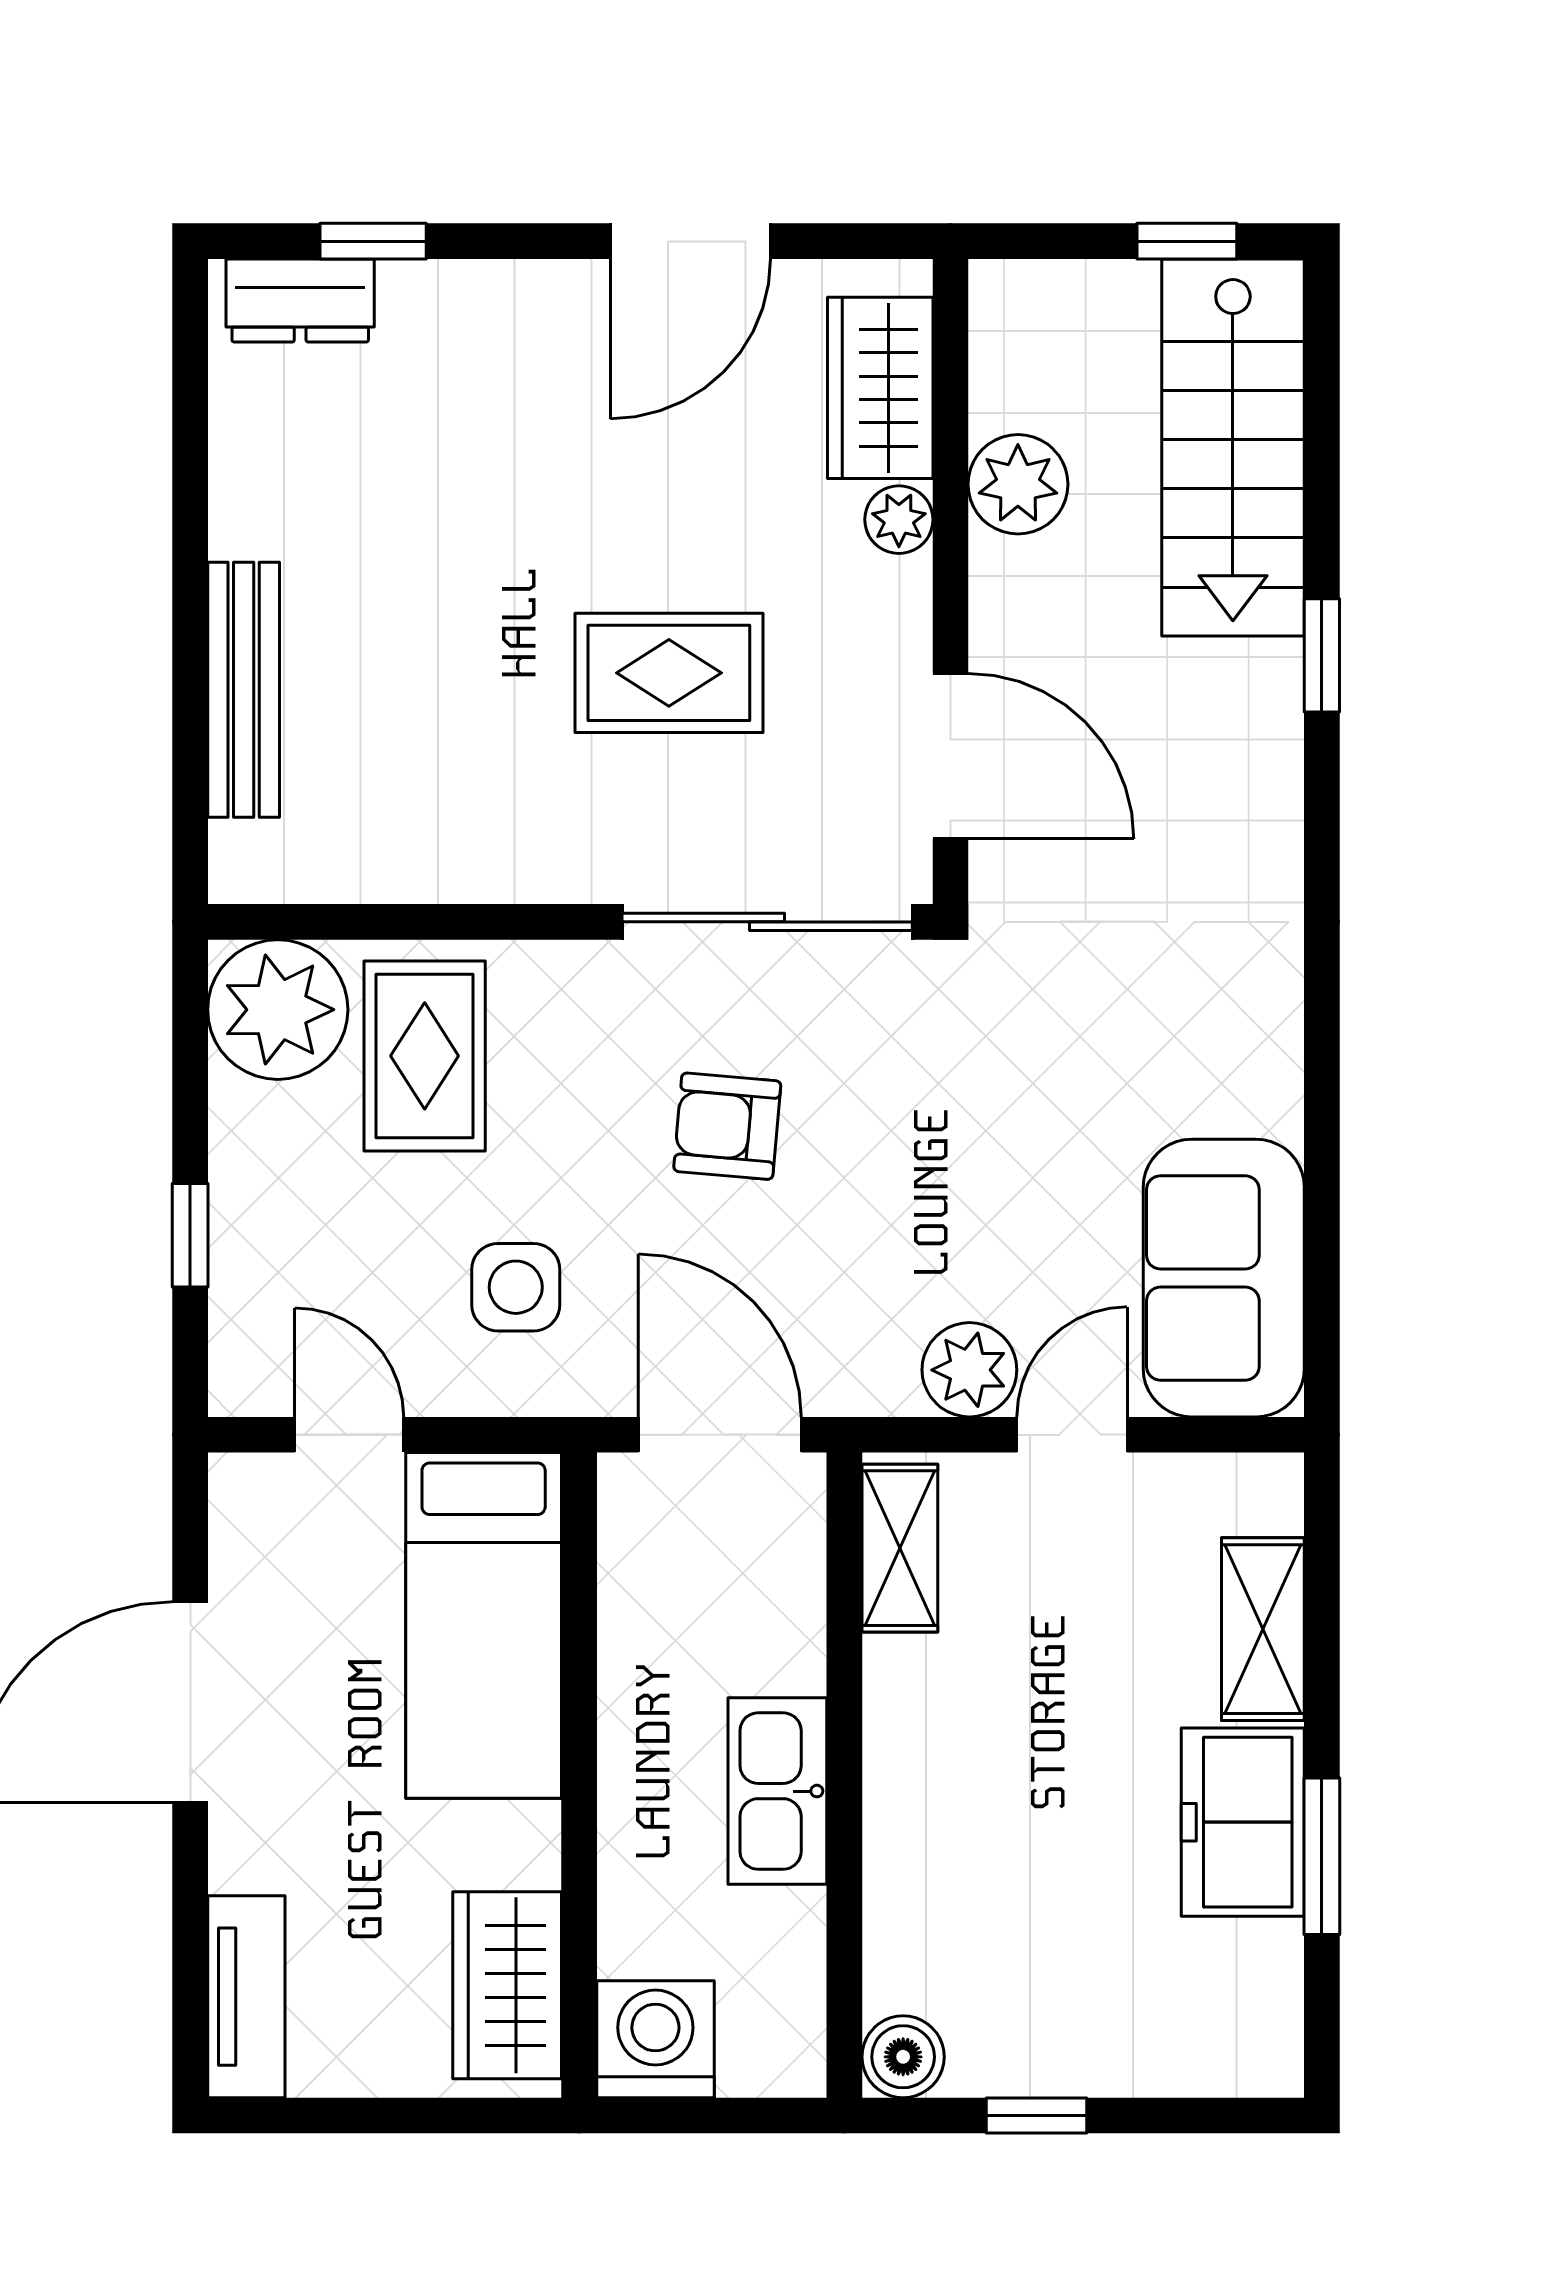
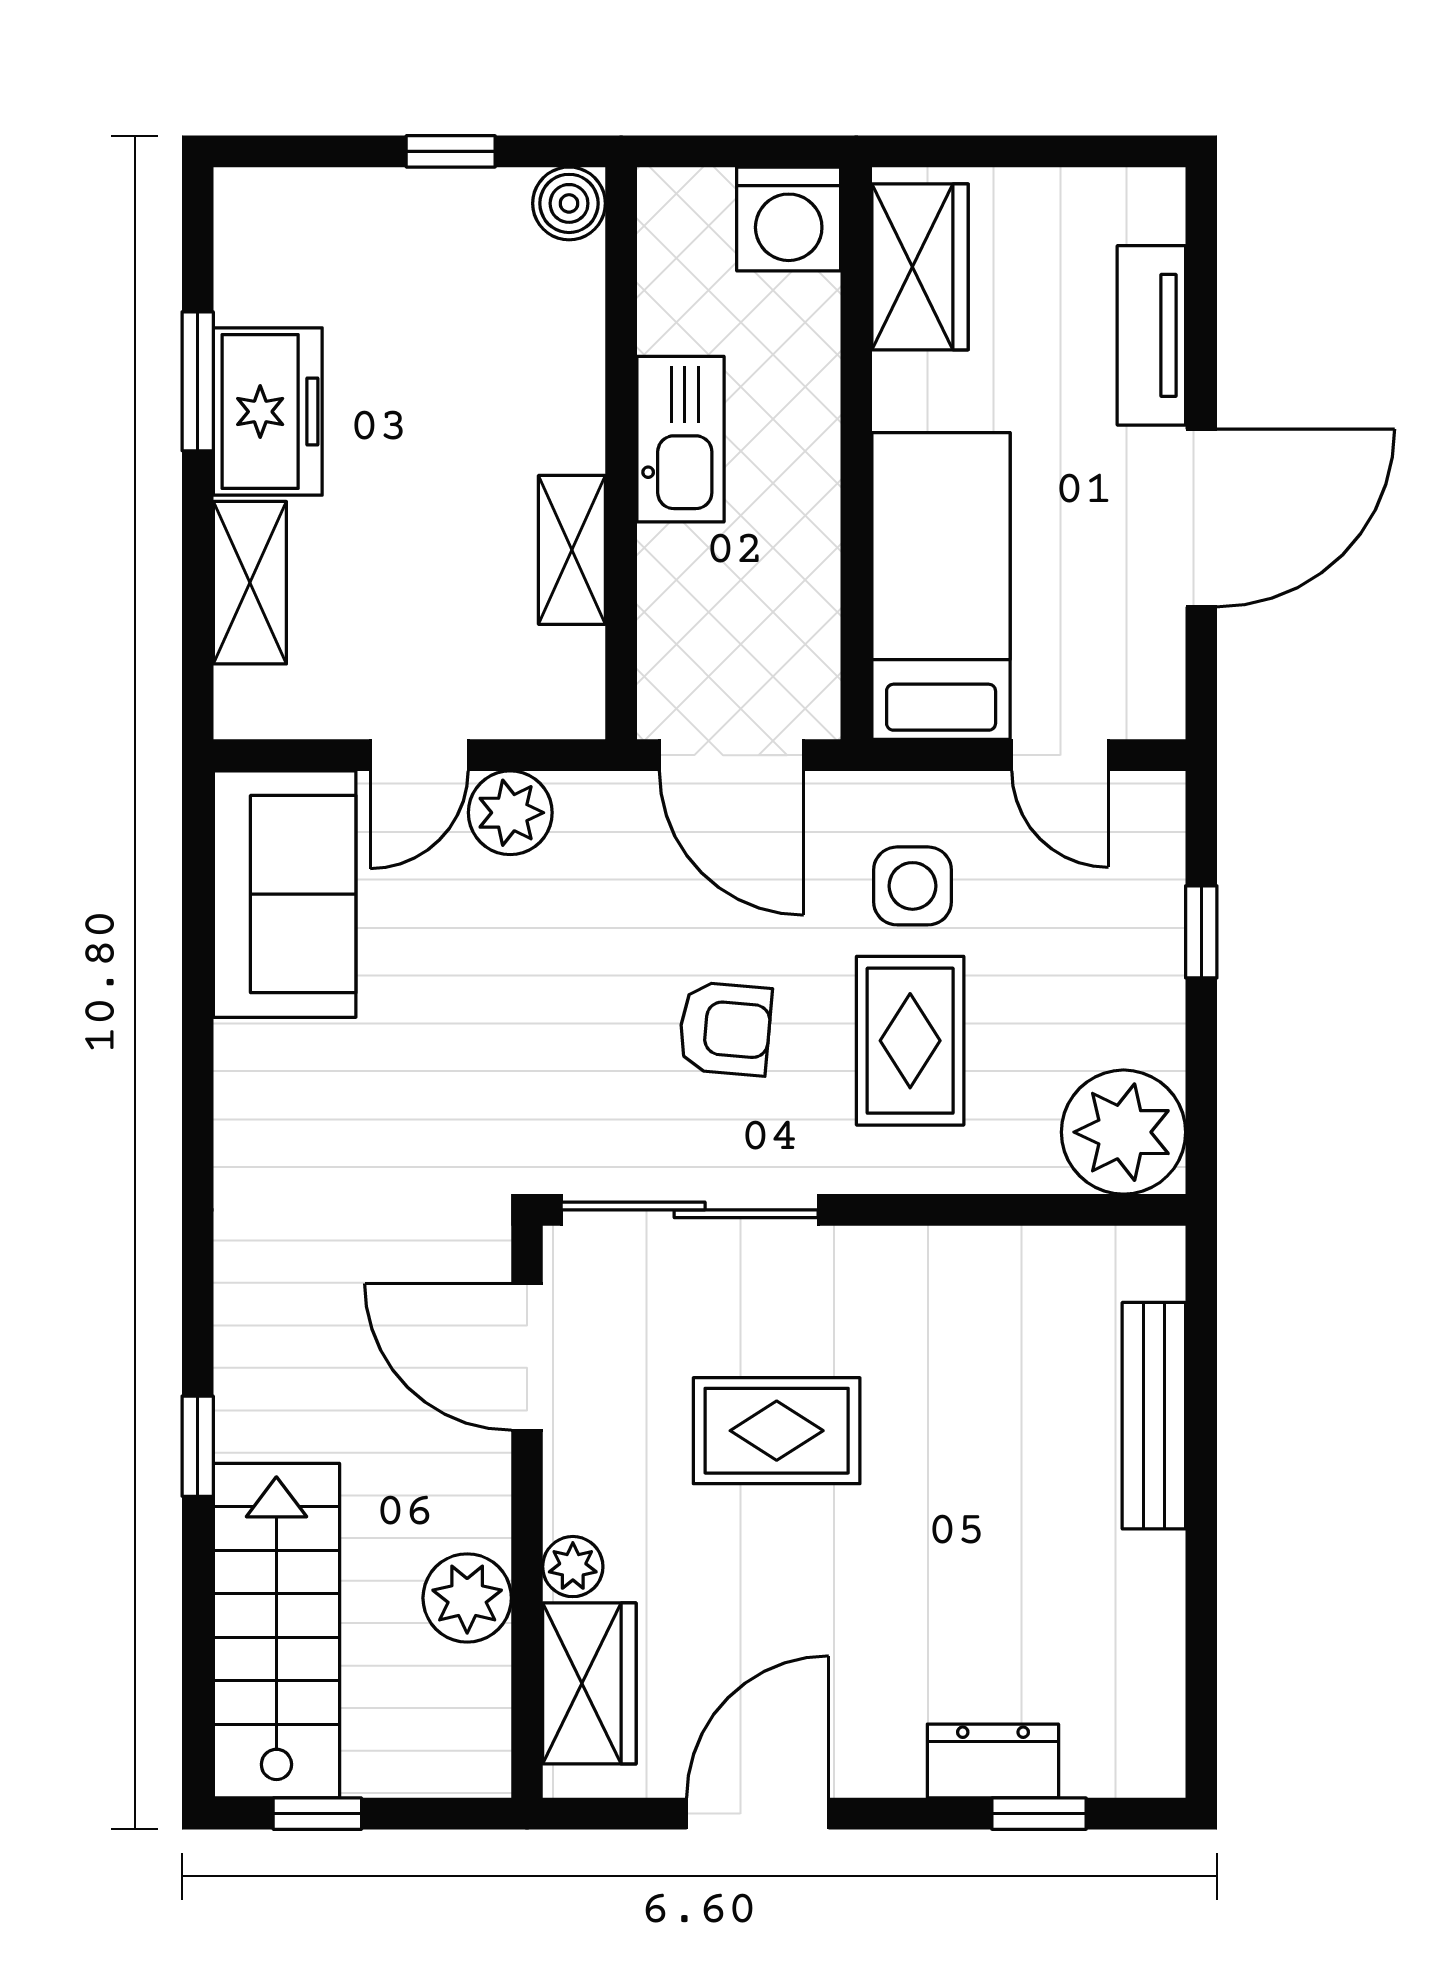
dresser: (300, 300) -> (993, 1761), moved
rug: (425, 1056) -> (910, 1041), moved
shelving: (900, 1548) -> (572, 550), moved
tv unit: (246, 1997) -> (1151, 335), moved

